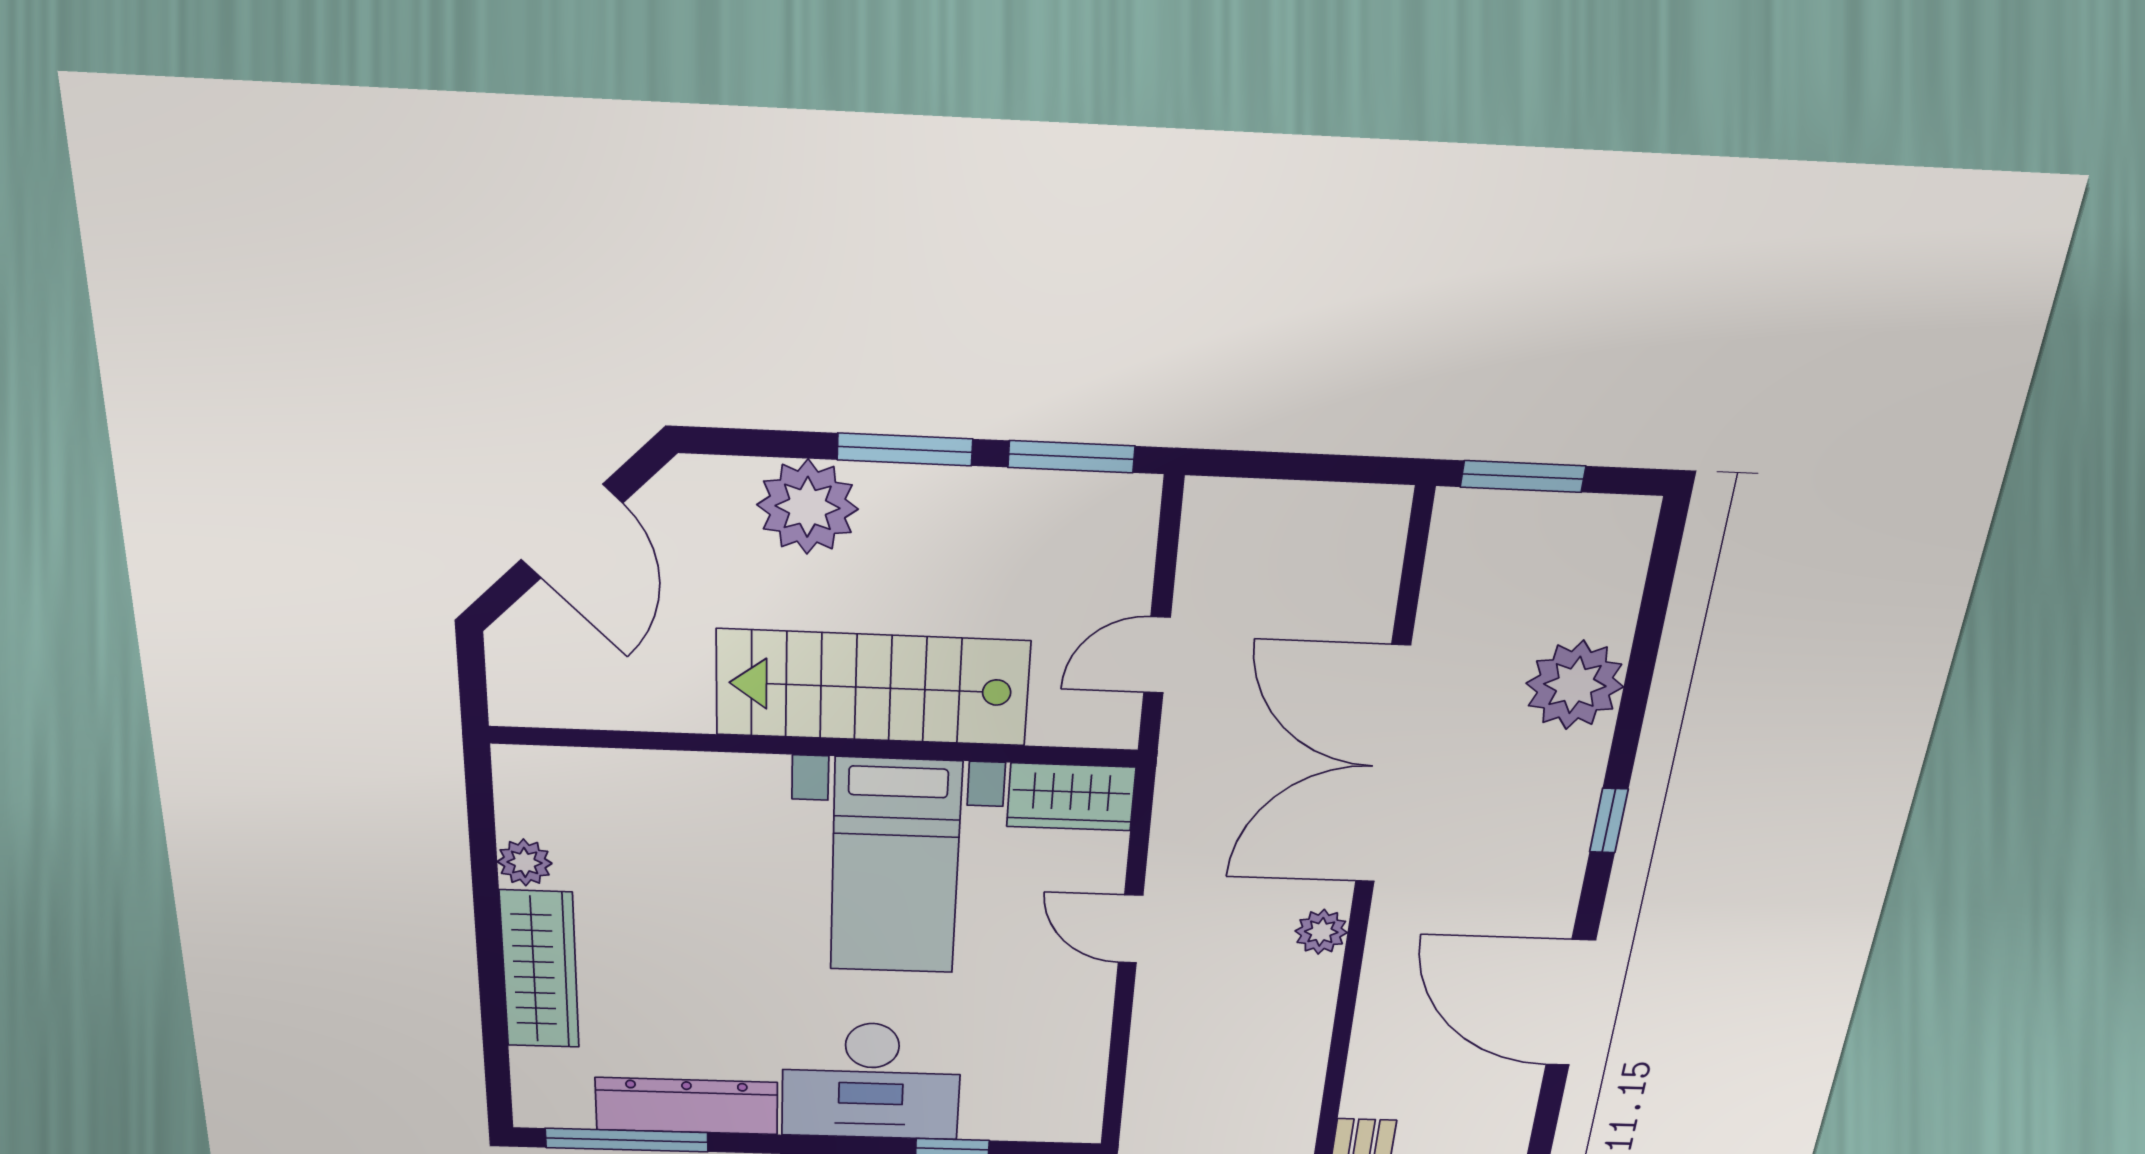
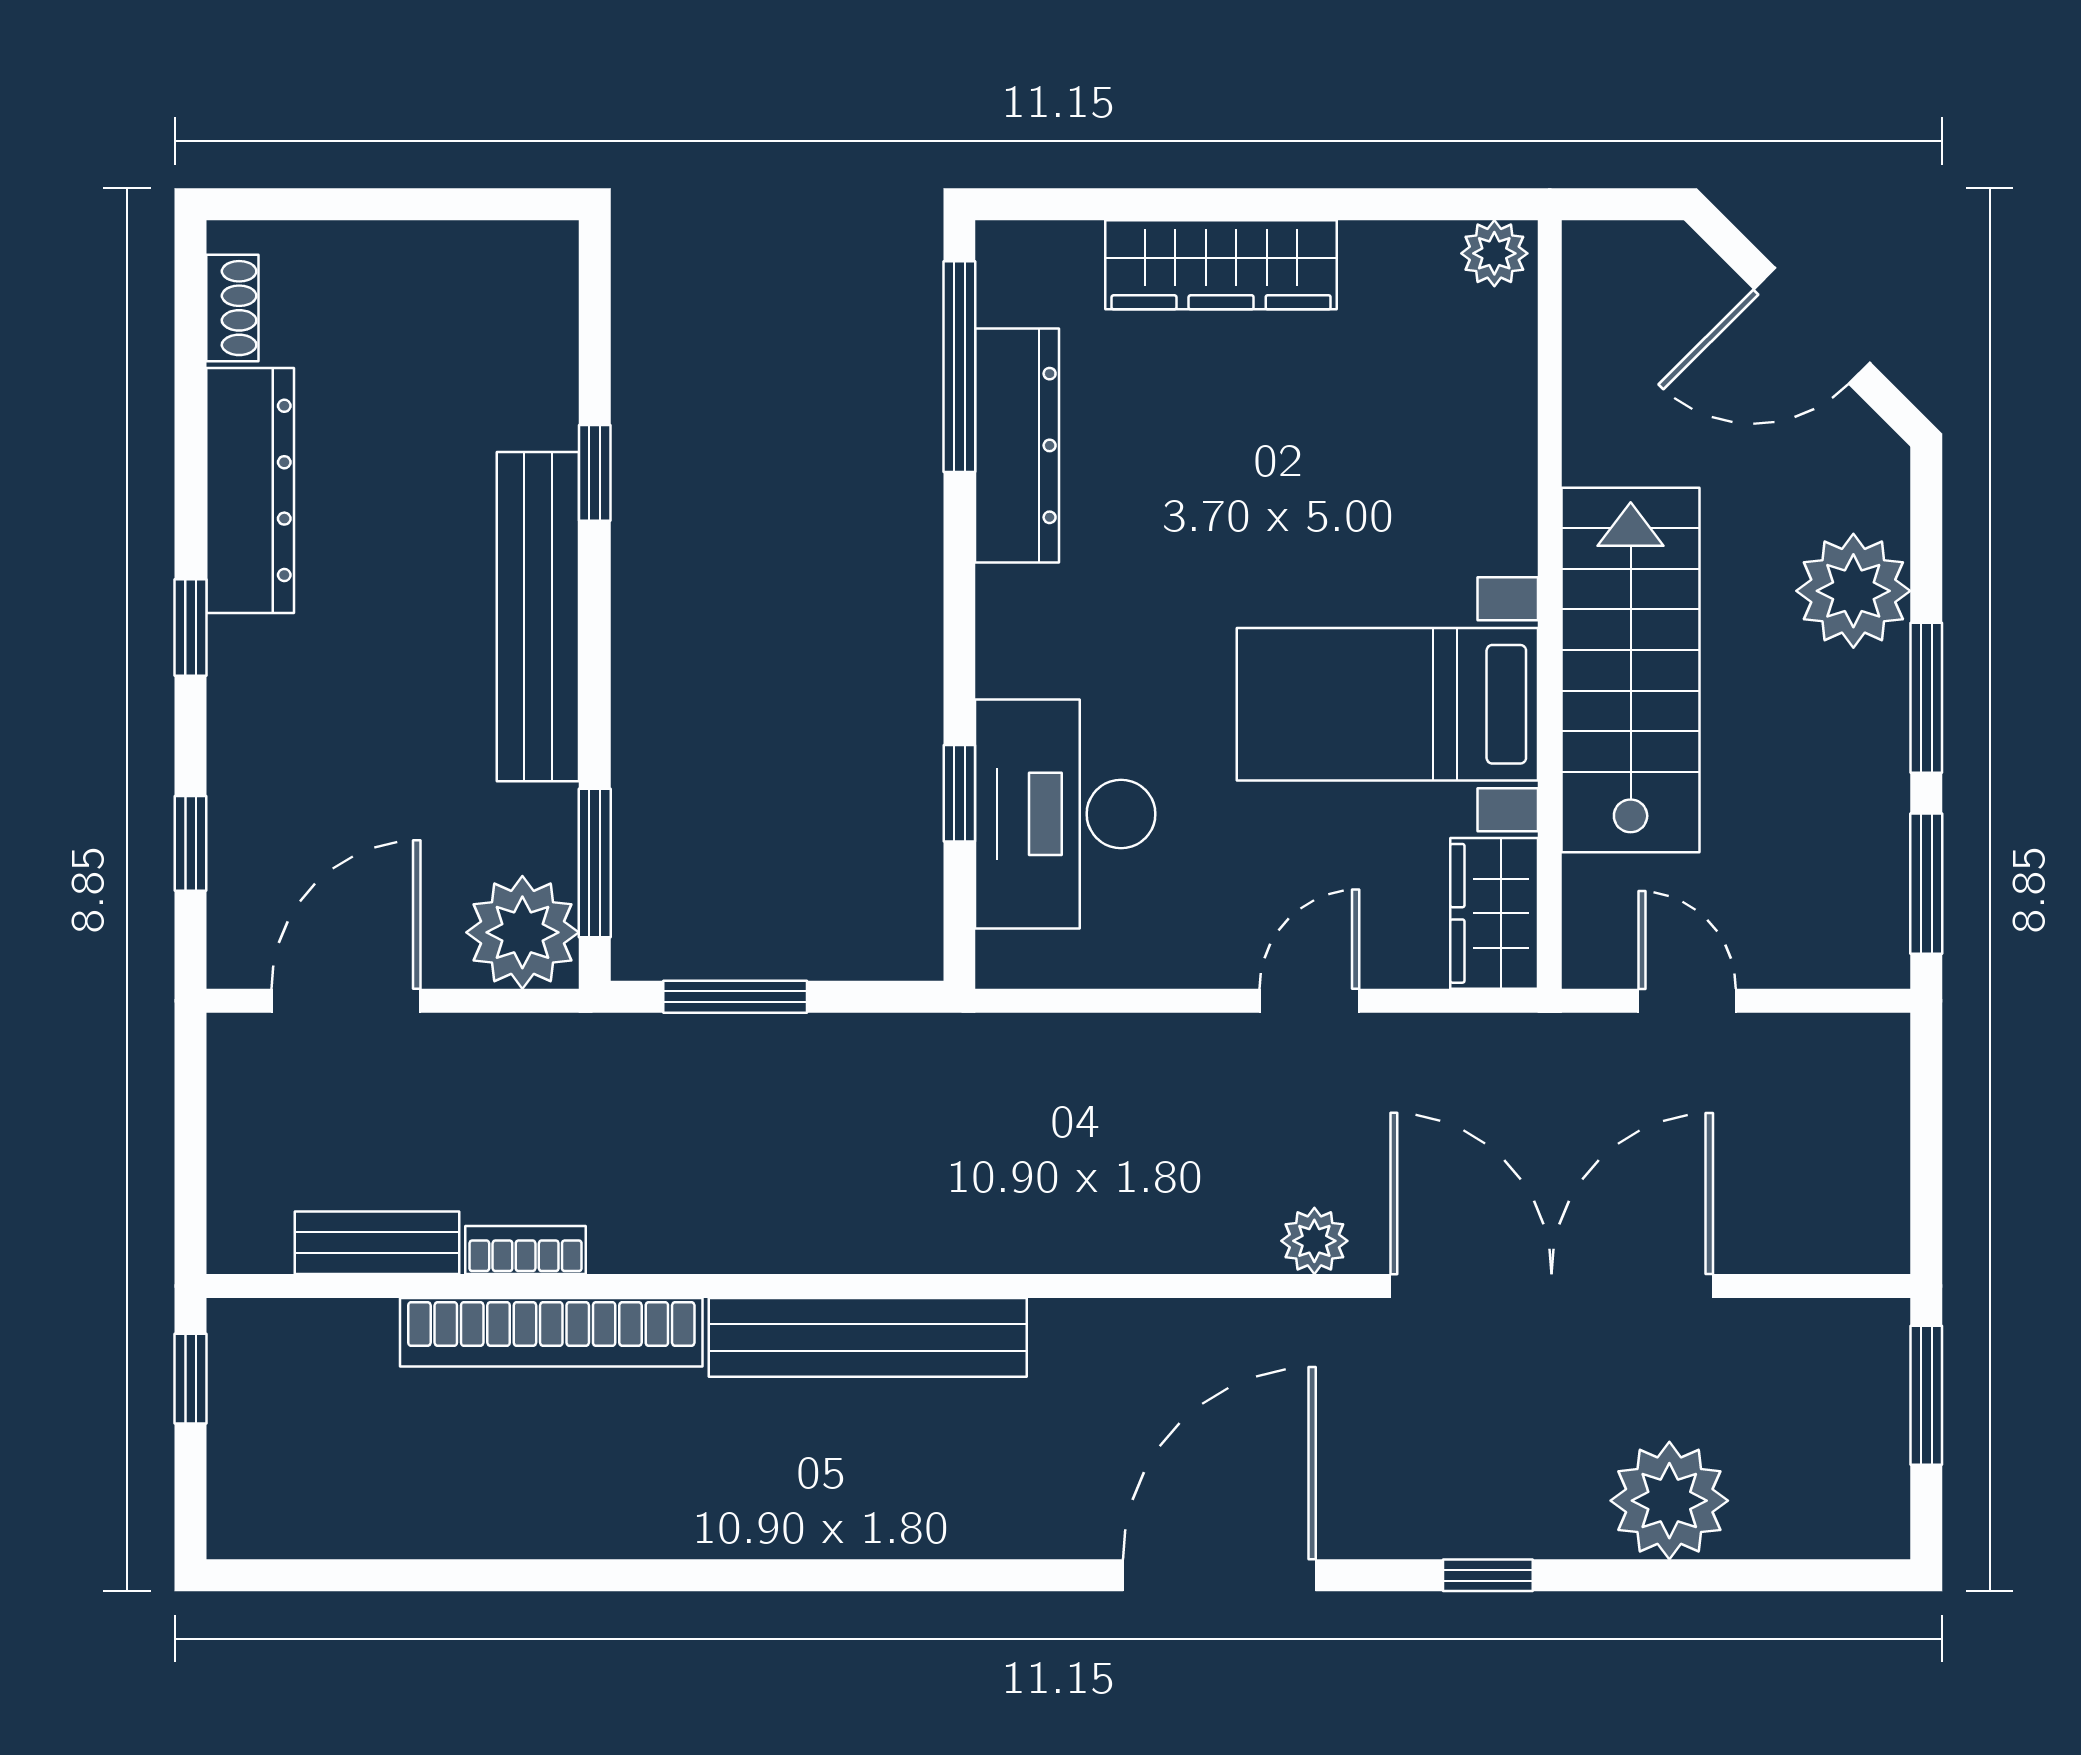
plant: (525, 862) -> (1494, 253), moved
desk: (871, 1081) -> (1065, 814), moved

